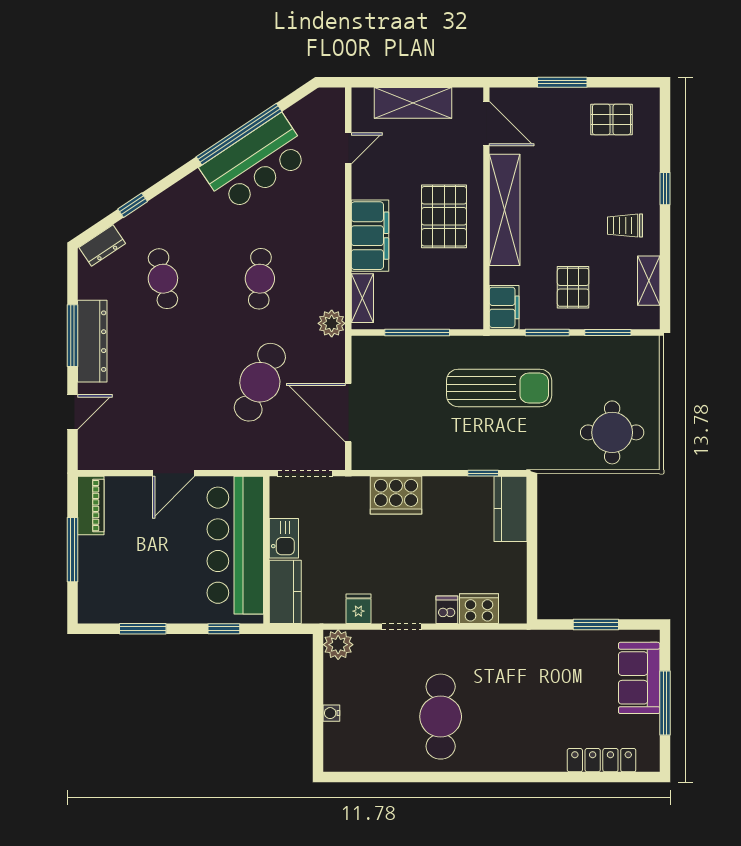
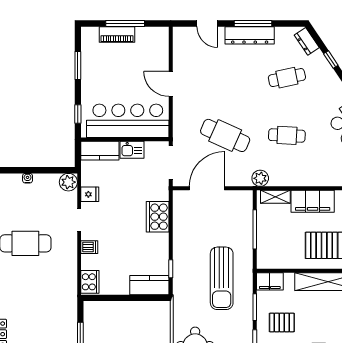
piano: (91, 506) -> (117, 34), moved
cooker: (479, 609) -> (90, 282), moved

